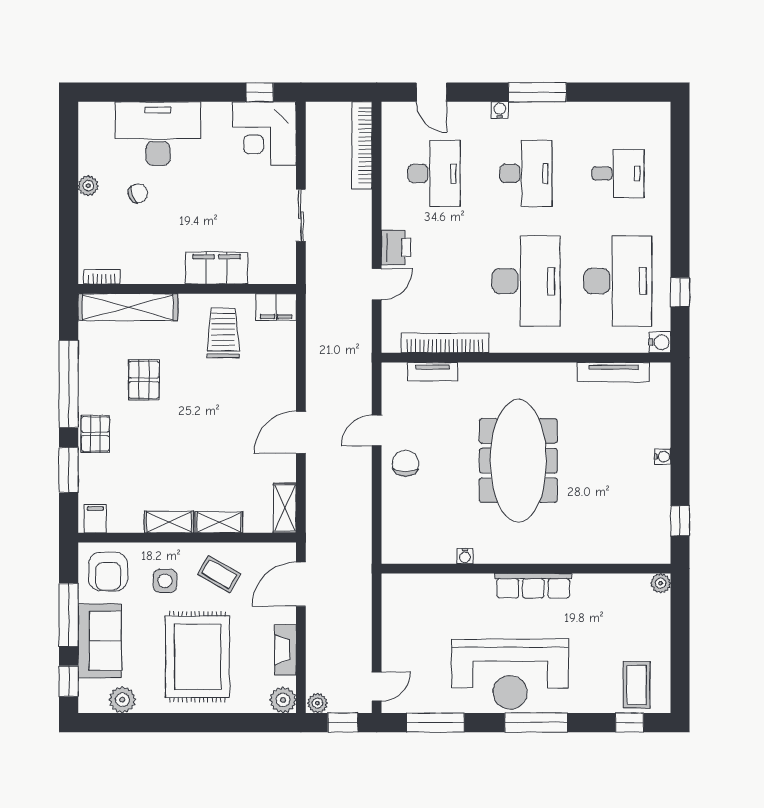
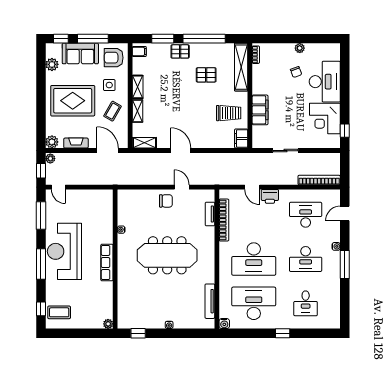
corner desk: (264, 134) -> (325, 118), moved, turned -90
desk: (434, 174) -> (306, 215), turned 180
desk: (618, 281) -> (254, 303), turned 180
window: (680, 292) -> (283, 333), moved

